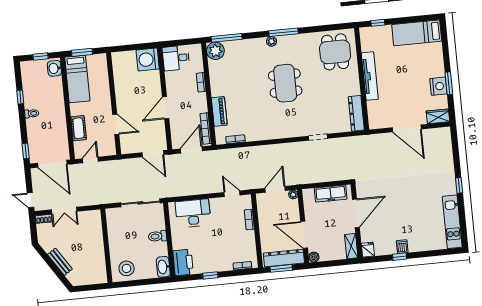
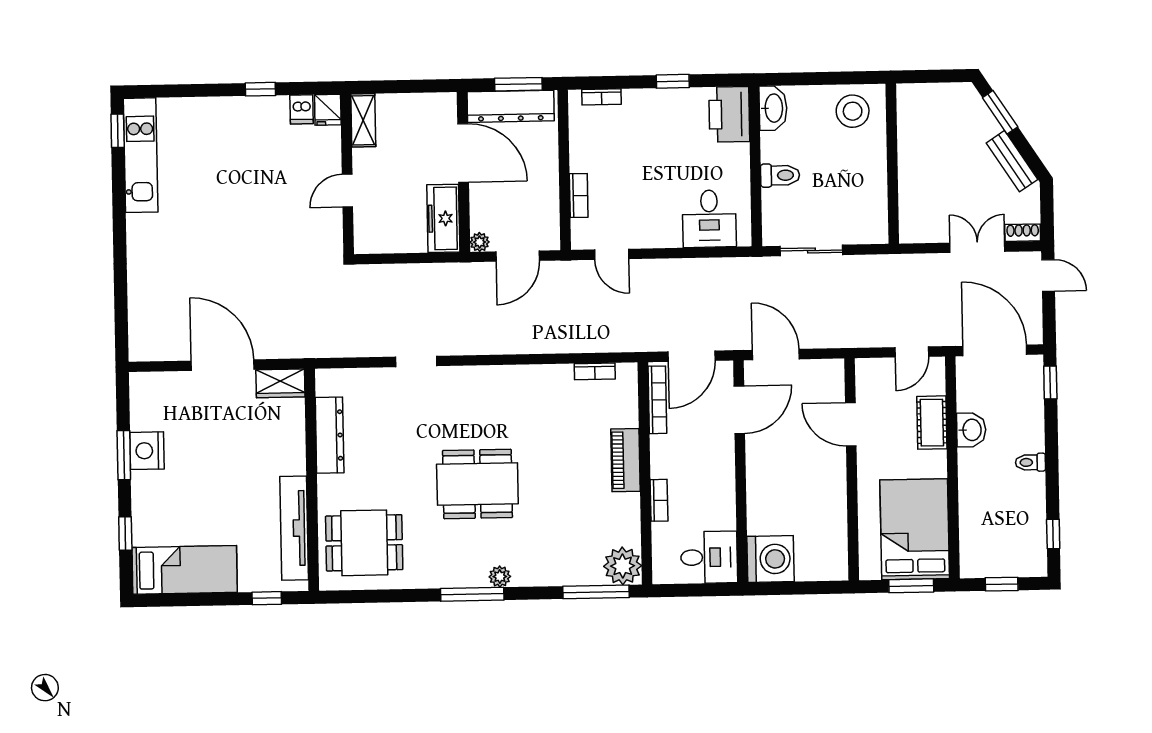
window: (445, 47) -> (125, 533), added
dining table: (335, 52) -> (364, 543), turned 90
washbasin: (54, 68) -> (971, 430), moved
tv unit: (370, 76) -> (294, 528), moved
bed: (77, 79) -> (915, 529), width x1.50
dining table: (285, 83) -> (477, 484), turned 90
window: (20, 97) -> (1053, 534), moved
door: (166, 108) -> (739, 410), moved
piano: (219, 111) -> (625, 460), moved
dresser: (356, 113) -> (330, 435), moved
wardrobe: (438, 116) -> (280, 383), moved
window: (459, 185) -> (118, 131), moved
freezer: (331, 194) -> (443, 218), moved, turned -90
sliding door: (140, 203) -> (811, 250), width x0.73
desk: (193, 213) -> (709, 219), width x0.73
door: (356, 213) -> (347, 191), width x0.53
dishwasher: (402, 247) -> (302, 109), moved
boiler: (314, 257) -> (446, 103), removed
bench: (60, 262) -> (1012, 161), moved
window: (59, 273) -> (1000, 112), added

